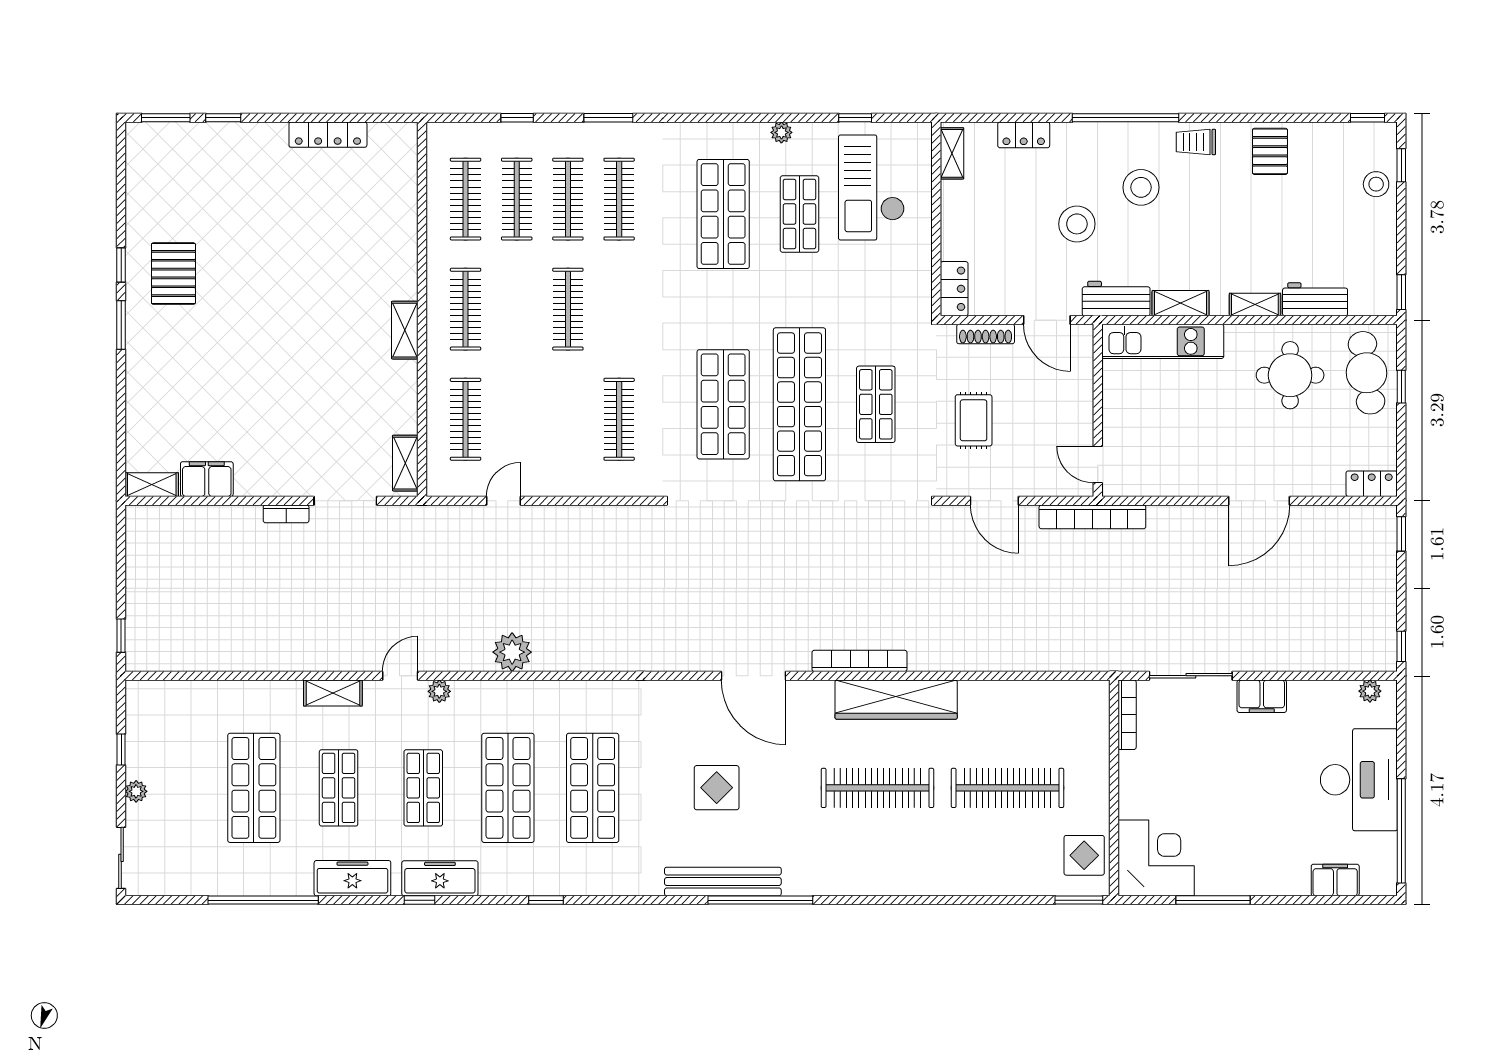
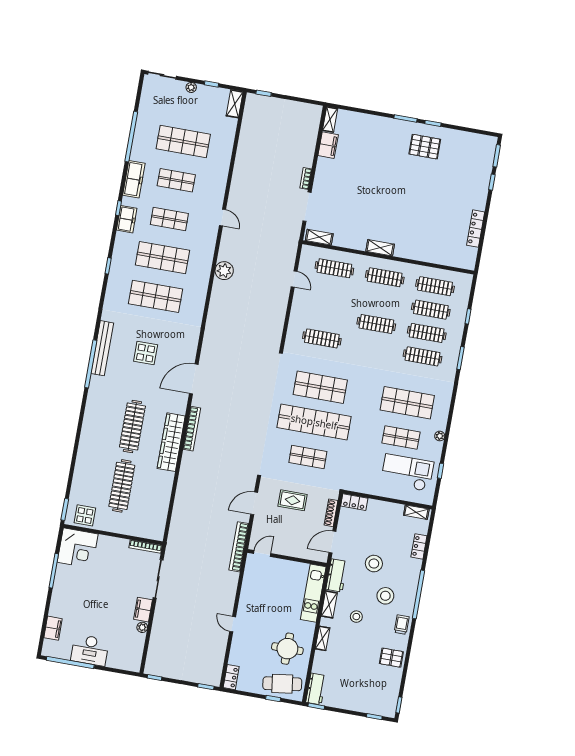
stool: (1376, 184) -> (356, 617), moved
workbench: (1315, 299) -> (316, 689), moved
door: (1259, 501) -> (233, 624), width x0.53
plant: (439, 691) -> (212, 234), removed
plant: (1370, 691) -> (142, 627), moved
shelving: (333, 693) -> (235, 104), moved
desk: (1359, 780) -> (90, 650), width x0.73, depth x0.77
freezer: (440, 878) -> (127, 219), width x0.71

